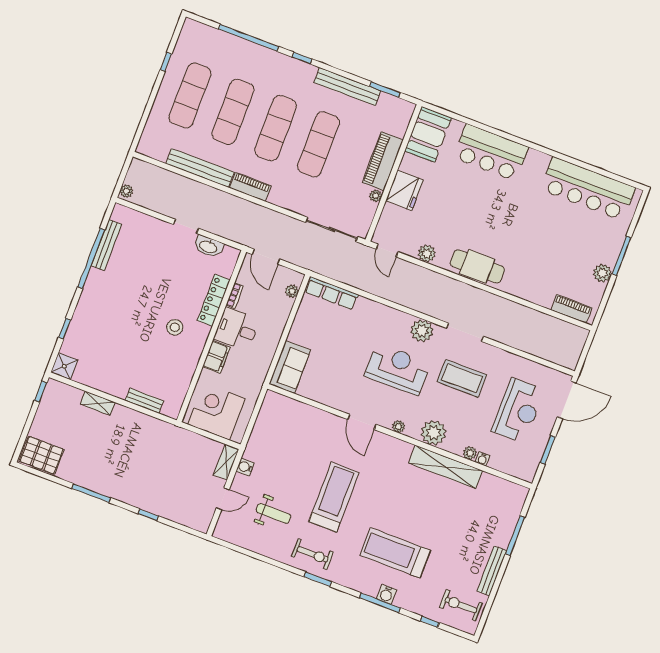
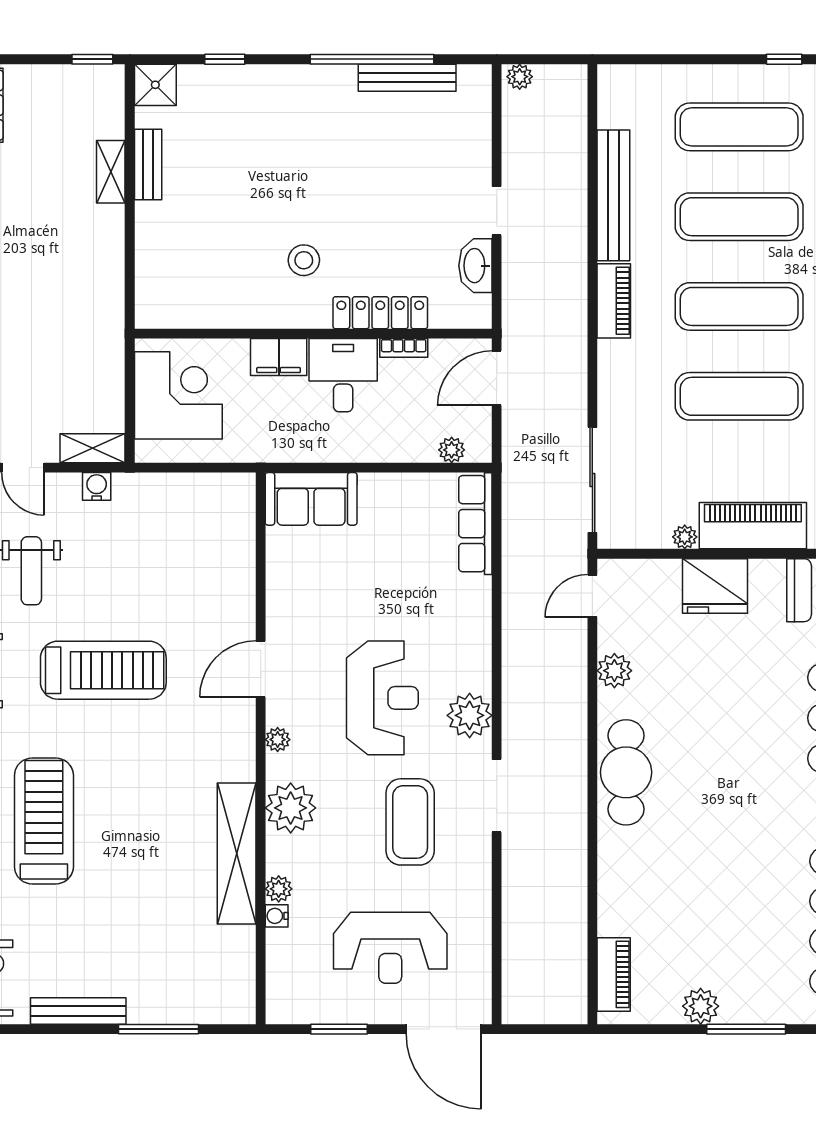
bench: (144, 401) -> (148, 165), moved

